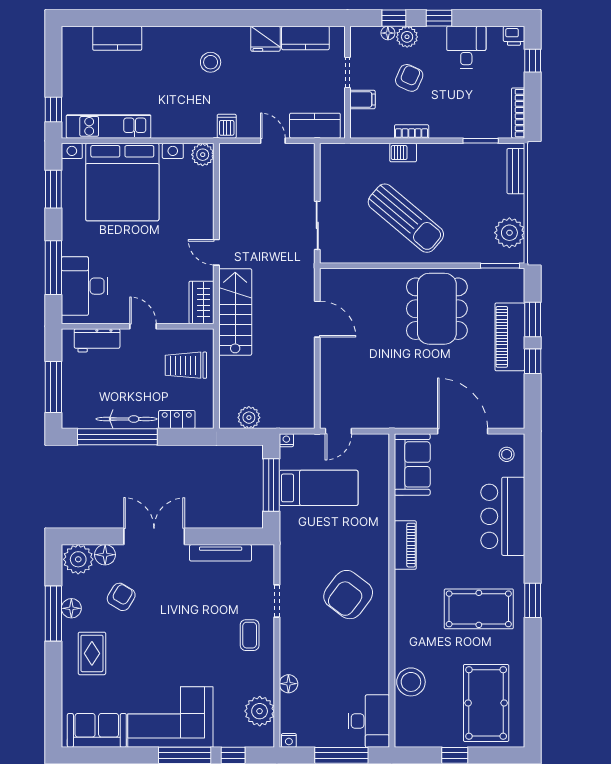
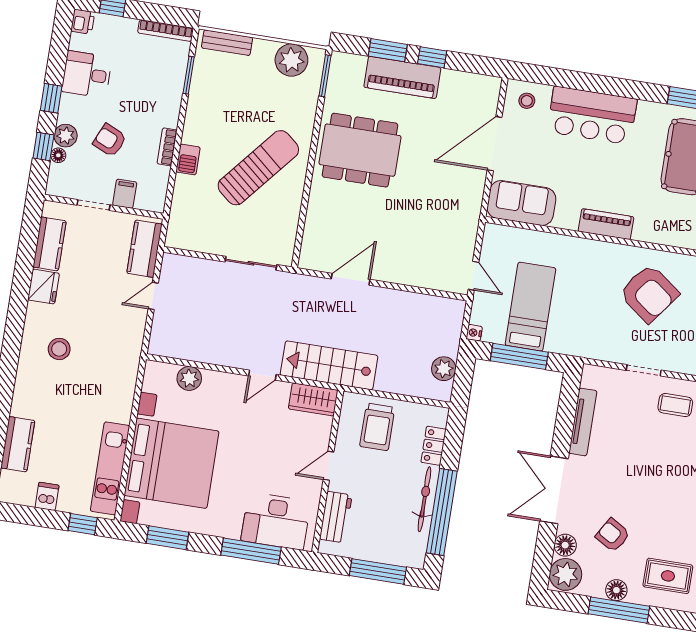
dishwasher: (227, 126) -> (47, 496), moved, turned 90
plant: (203, 155) -> (189, 378), moved

